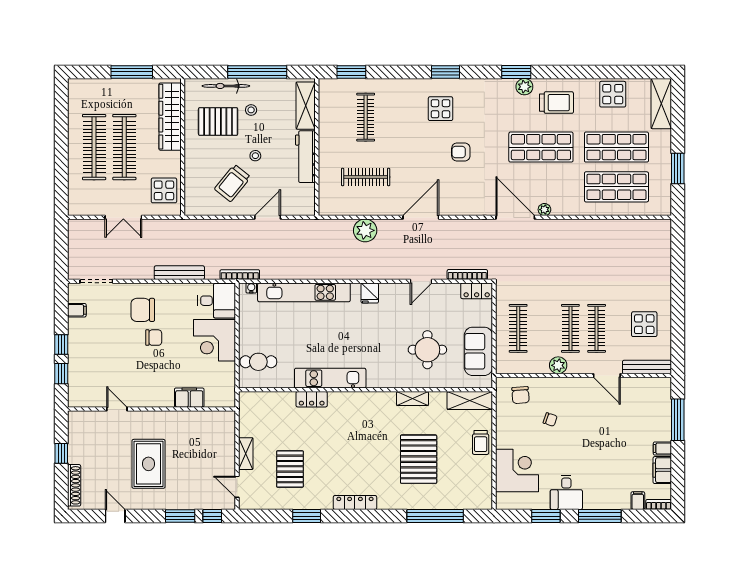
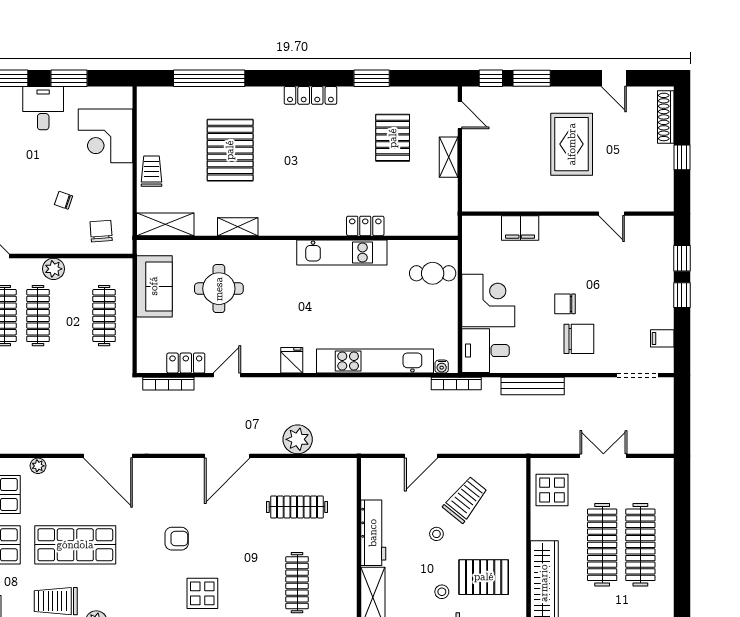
plant: (544, 210) -> (38, 466), moved
locker: (477, 291) -> (186, 363), moved

